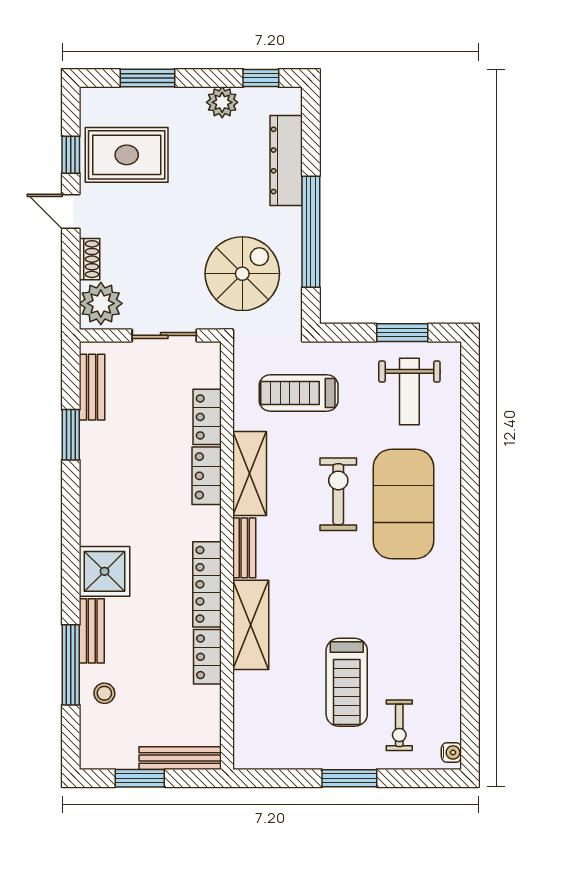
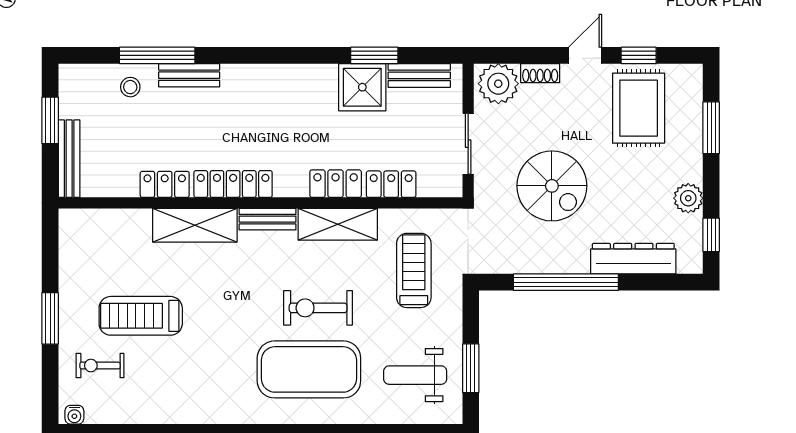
spiral stairs: (242, 274) -> (552, 186), moved
exercise bike: (338, 494) -> (318, 308), turned 180
shower: (105, 571) -> (362, 87), moved

